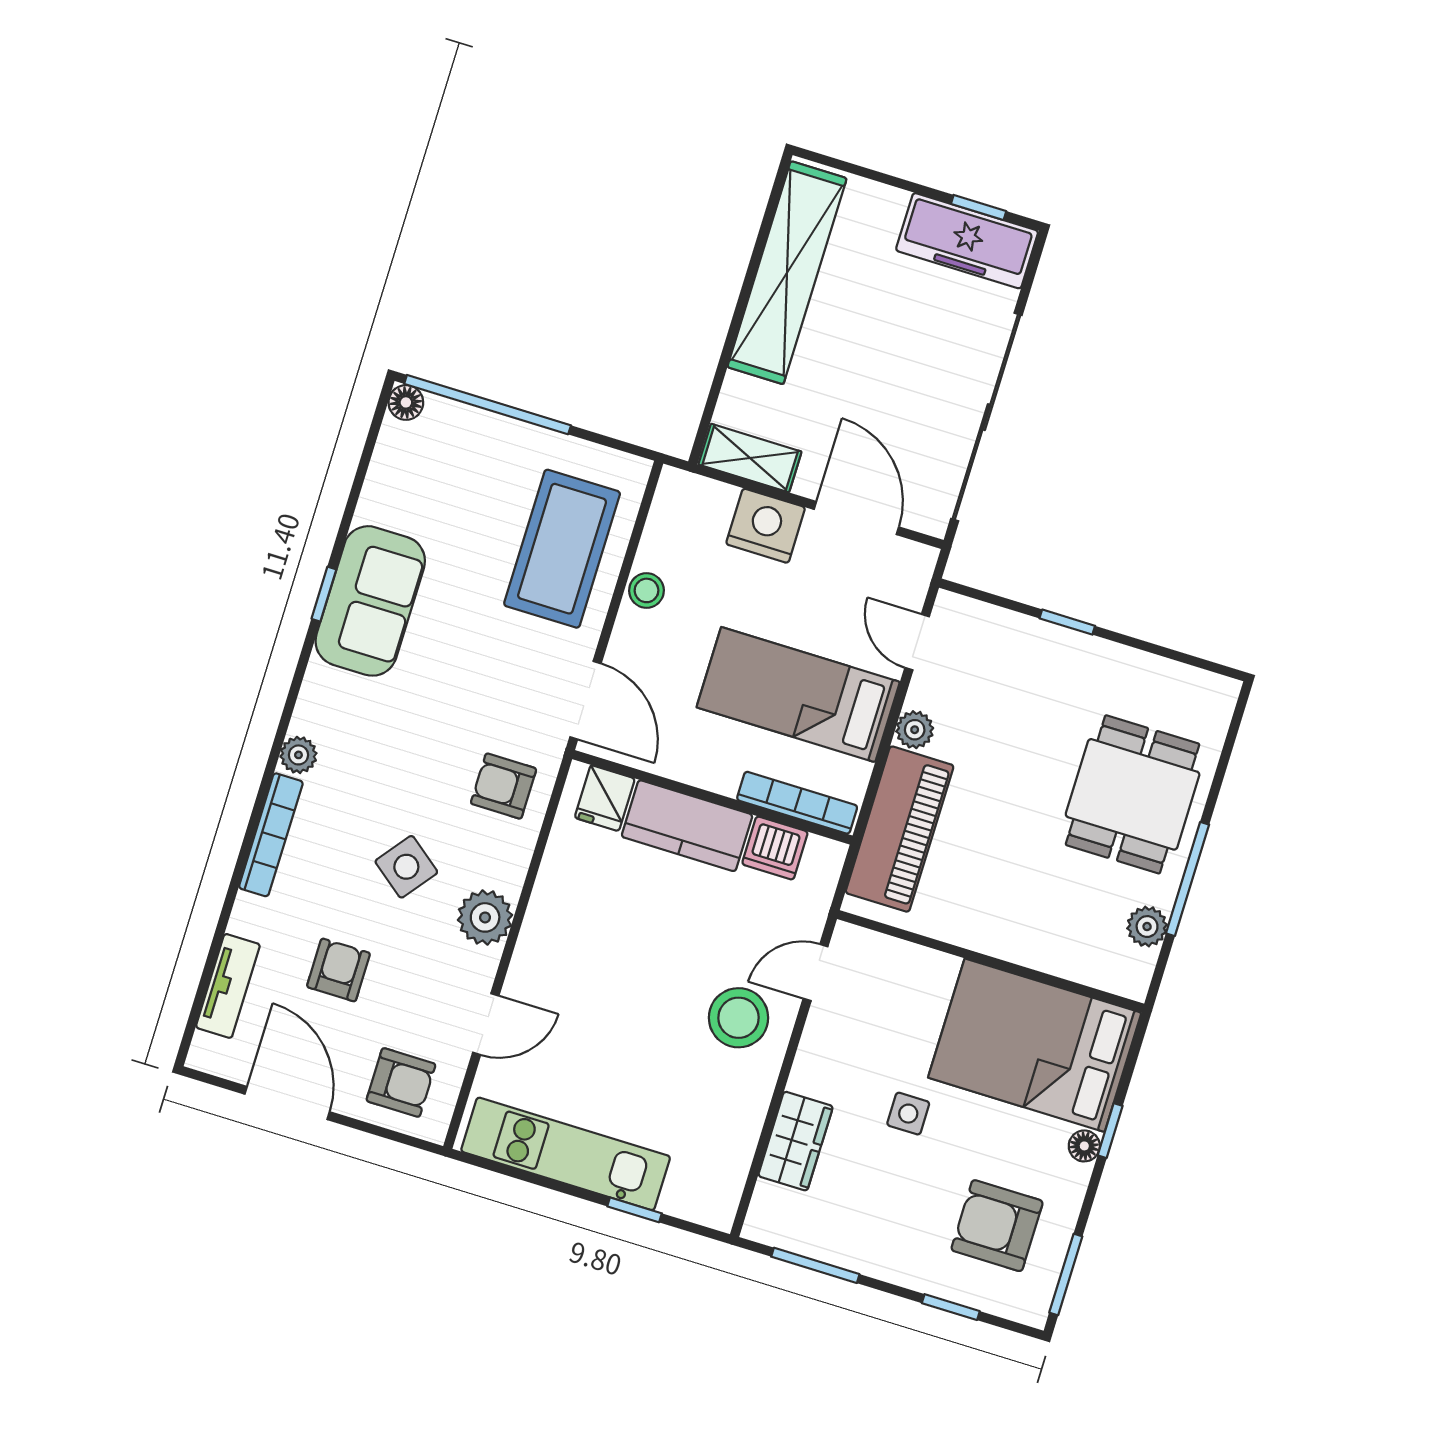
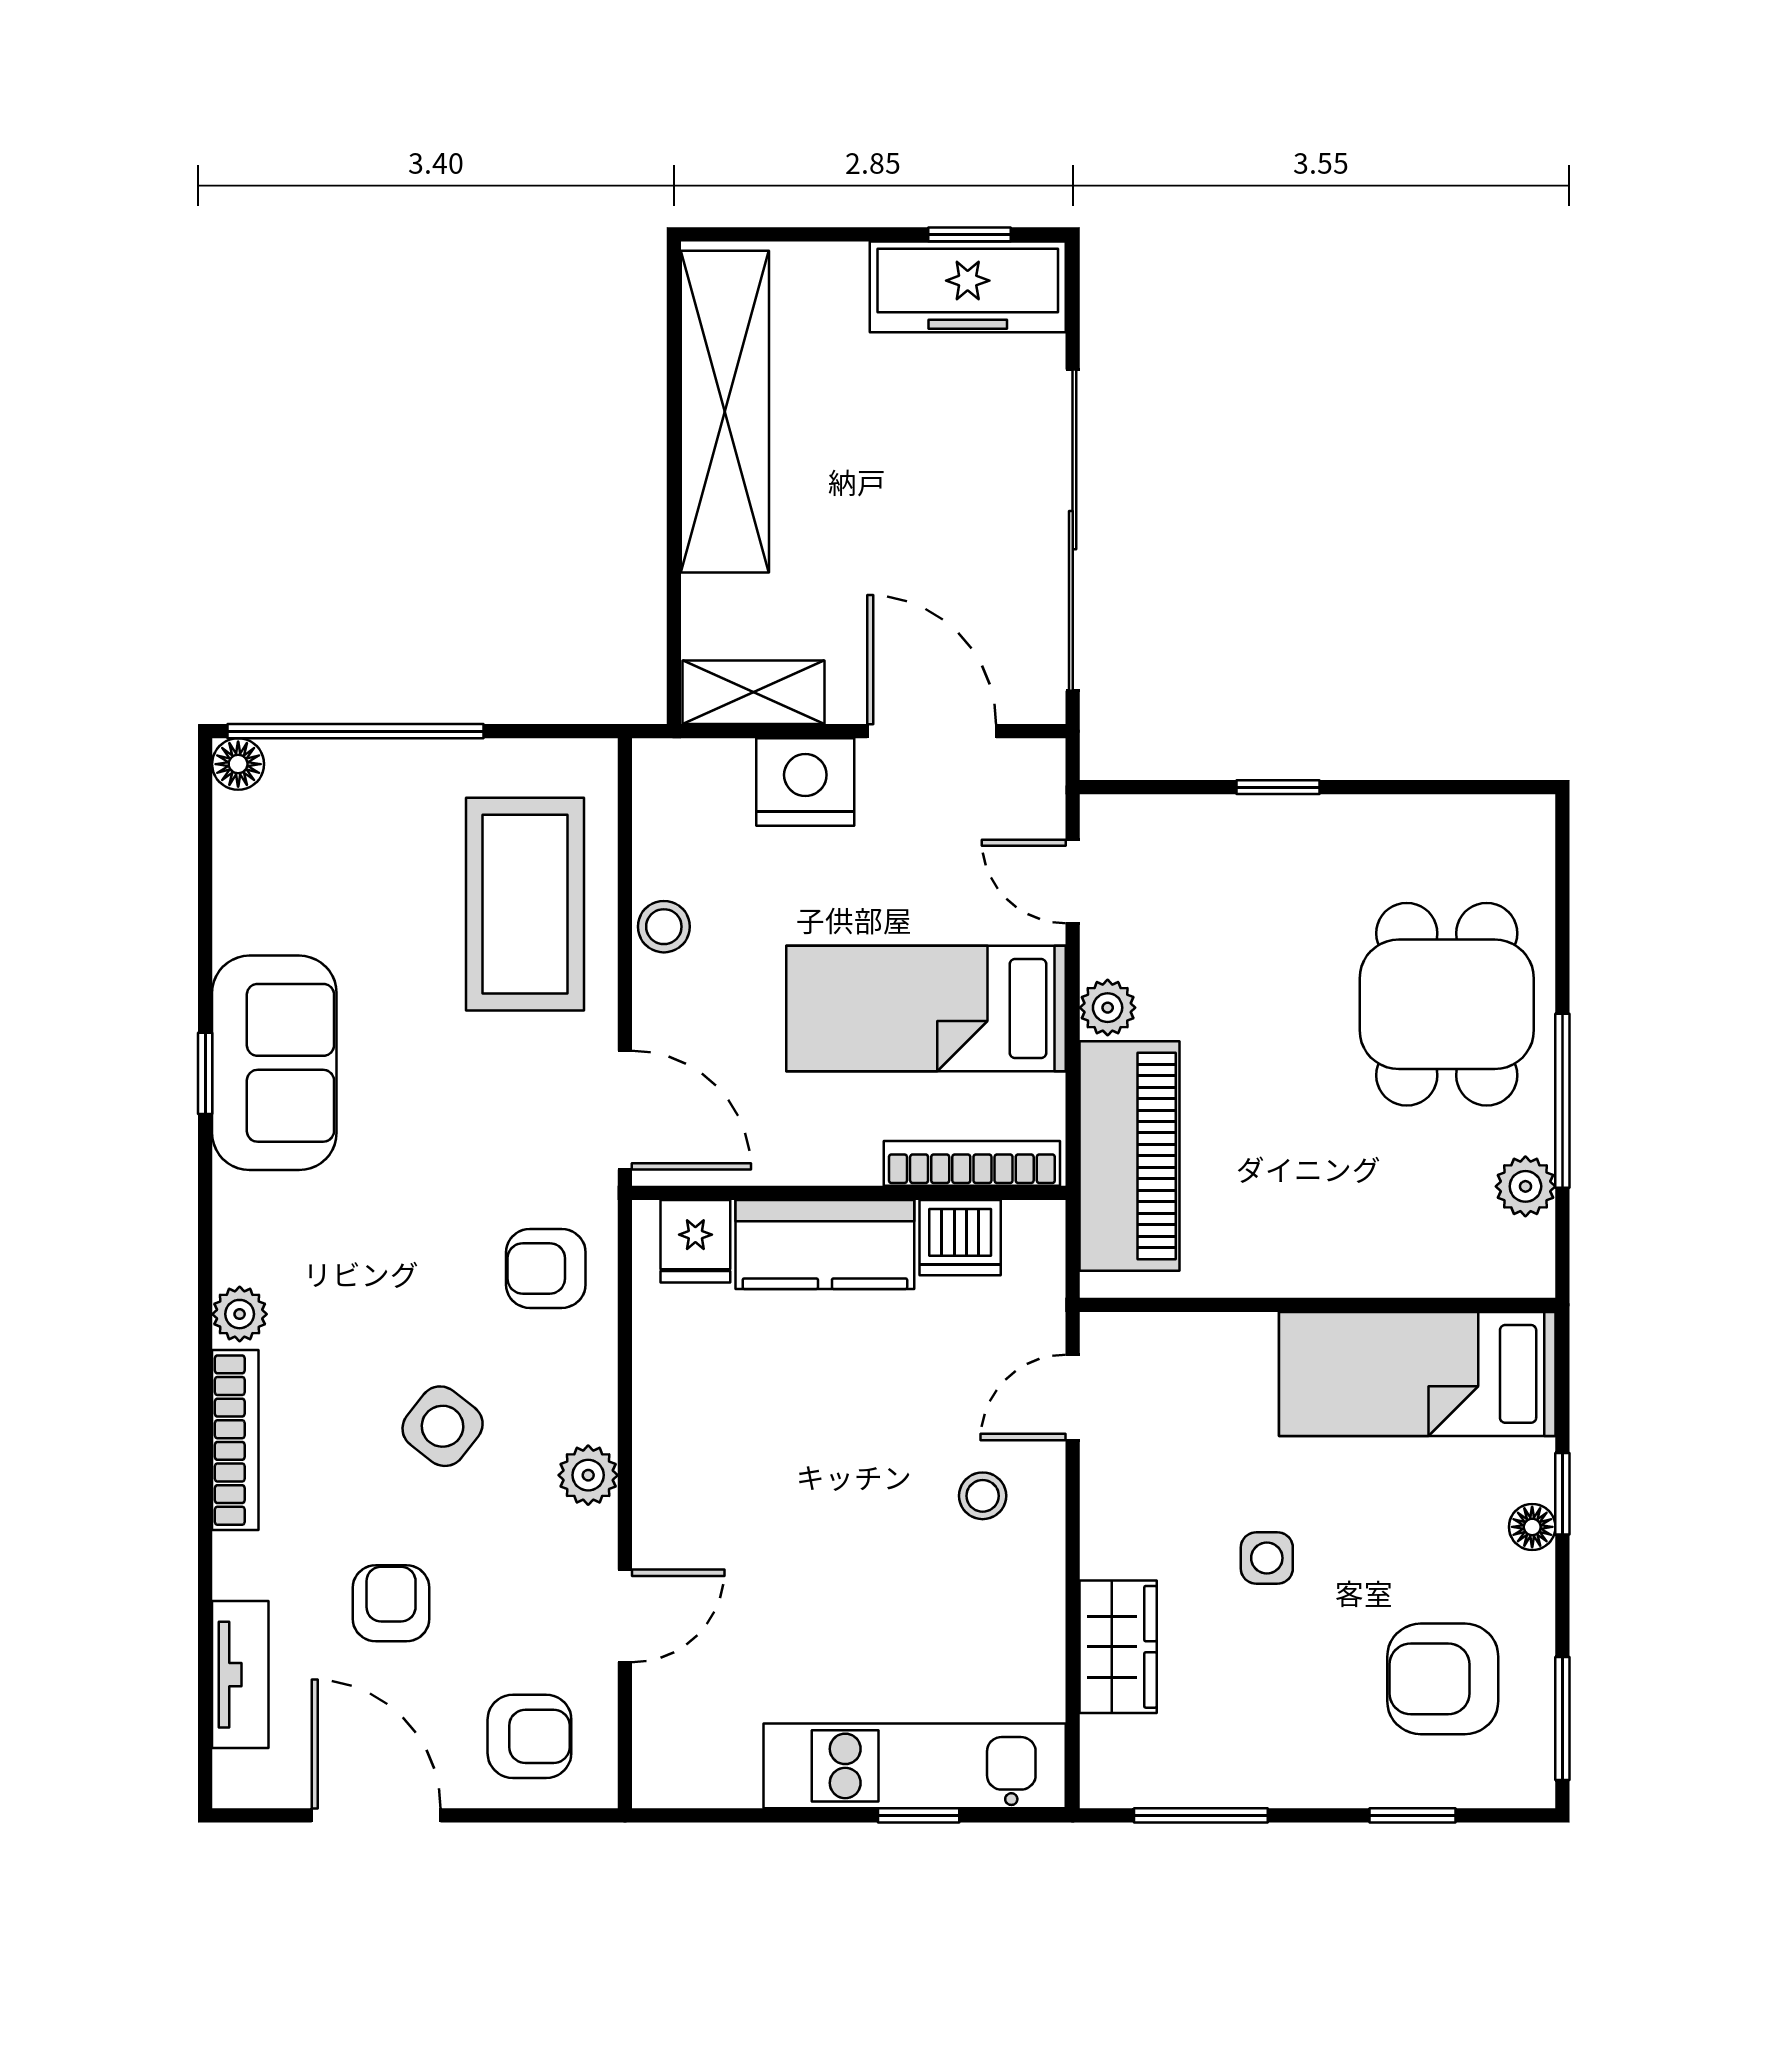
plant: (485, 917) -> (588, 1475), width x0.73, depth x0.73
stool: (739, 1018) -> (983, 1496), width x0.53, depth x0.53
bed: (1035, 1045) -> (1417, 1374), width x0.67
kitchen unit: (566, 1154) -> (915, 1766), moved

